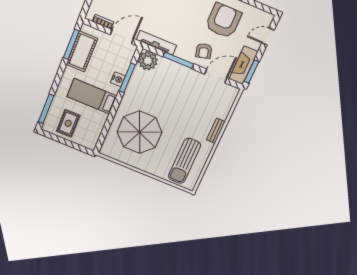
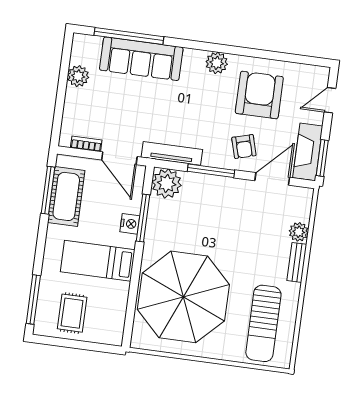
door: (122, 37) -> (119, 158), swing flipped
plant: (223, 113) -> (299, 232), added
parasol: (140, 132) -> (183, 297), width x1.36, depth x1.36

